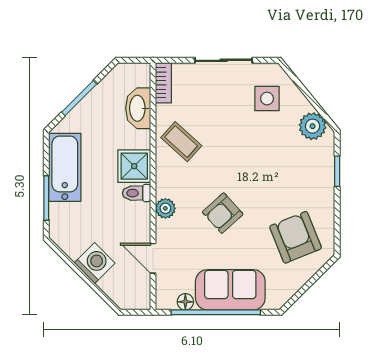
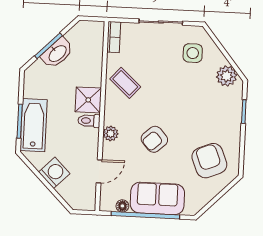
washbasin: (138, 108) -> (57, 53), moved, turned -135
bathtub: (65, 167) -> (34, 125), moved
door: (153, 258) -> (99, 171), swing flipped

